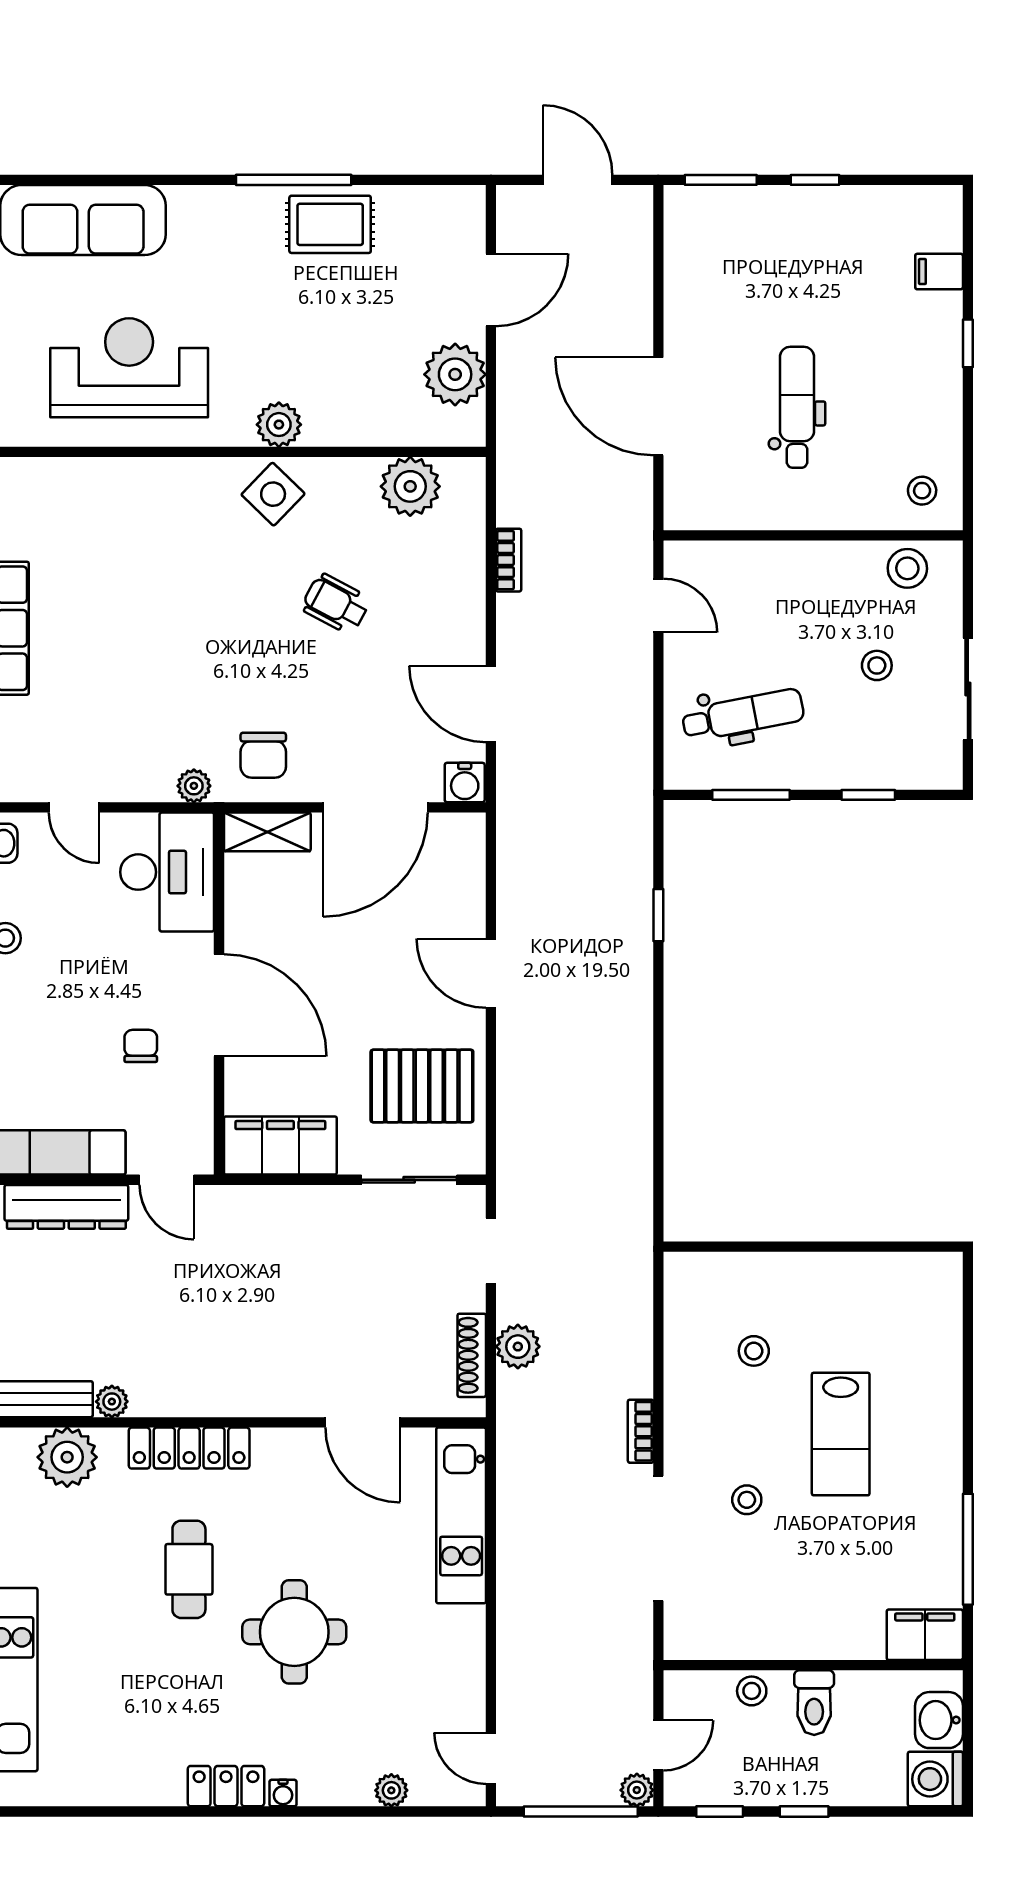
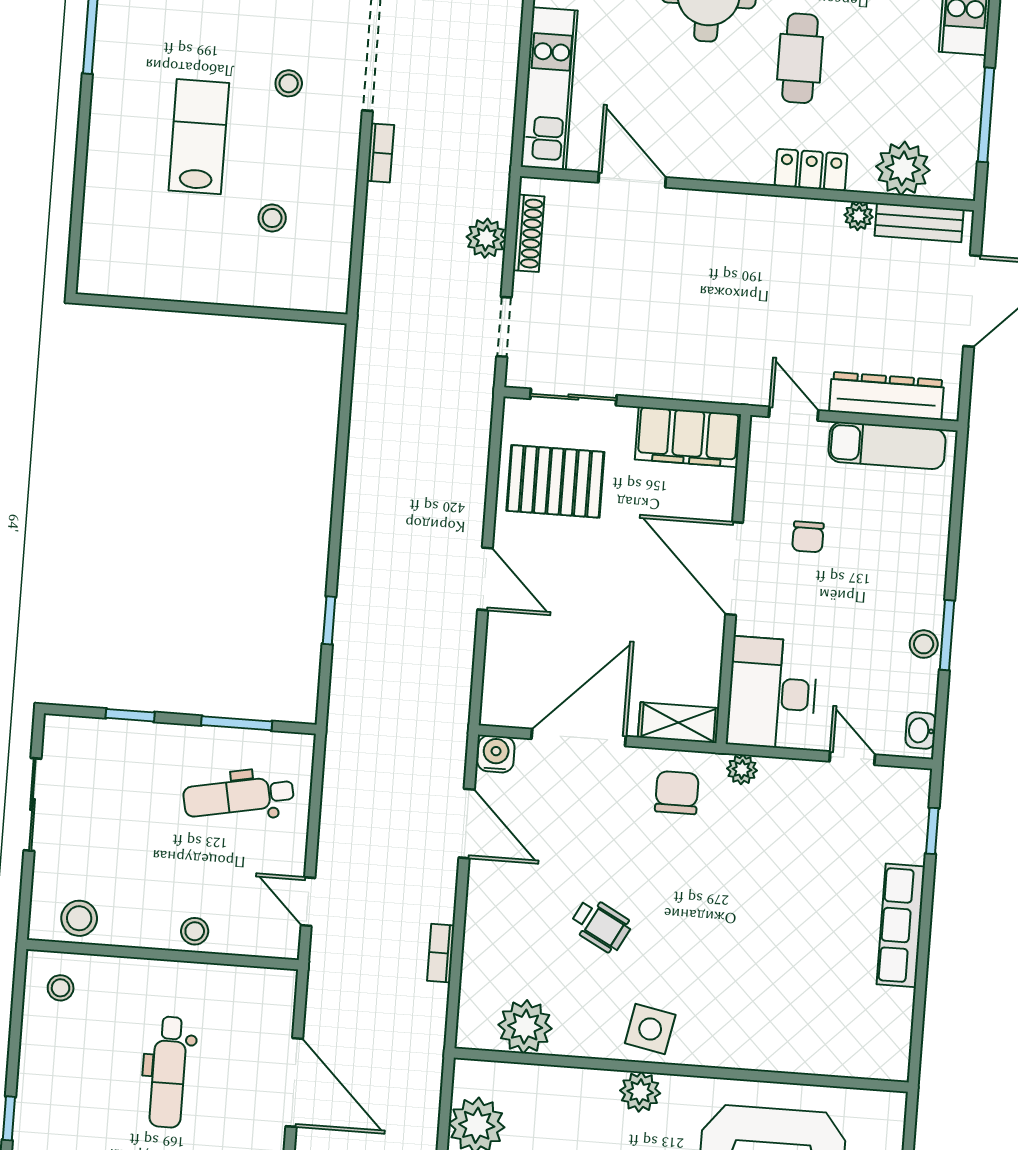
side table: (273, 494) -> (650, 1029), turned -33
stool: (877, 665) -> (195, 931), moved
locker: (189, 1448) -> (811, 170), width x0.66

